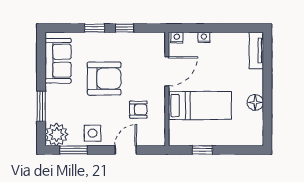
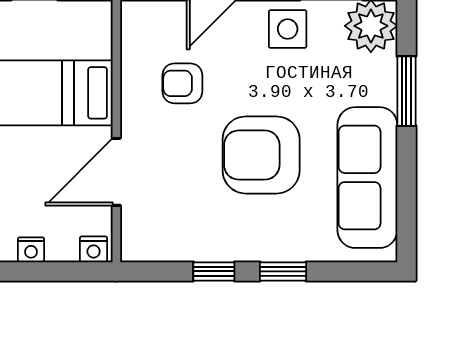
sofa: (58, 61) -> (367, 178), width x1.36

